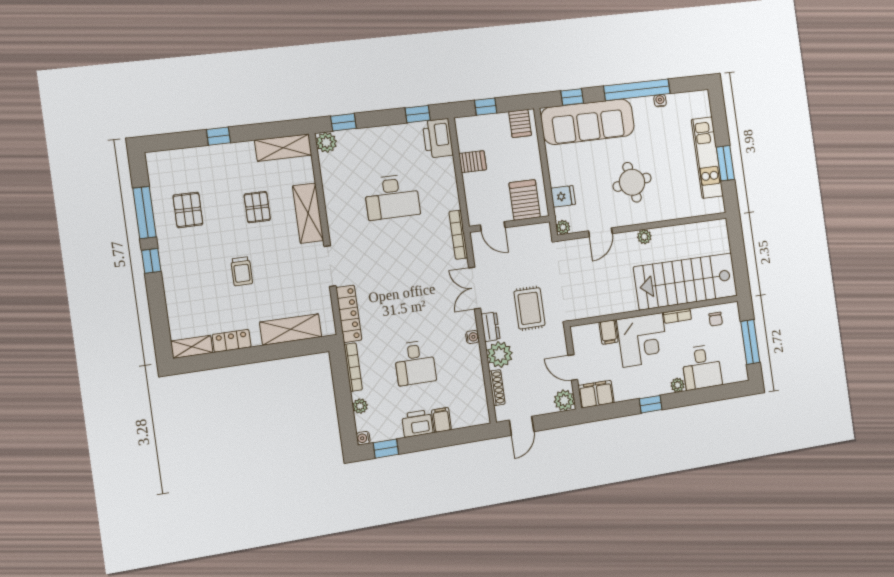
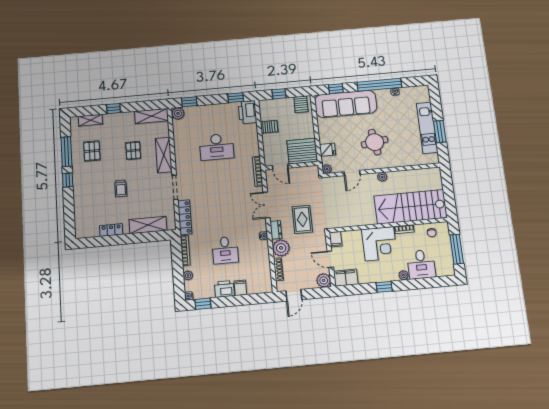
server rack: (525, 200) -> (302, 151), width x1.60
filing cabinet: (609, 332) -> (336, 239), moved
shelving: (192, 347) -> (90, 120), moved

